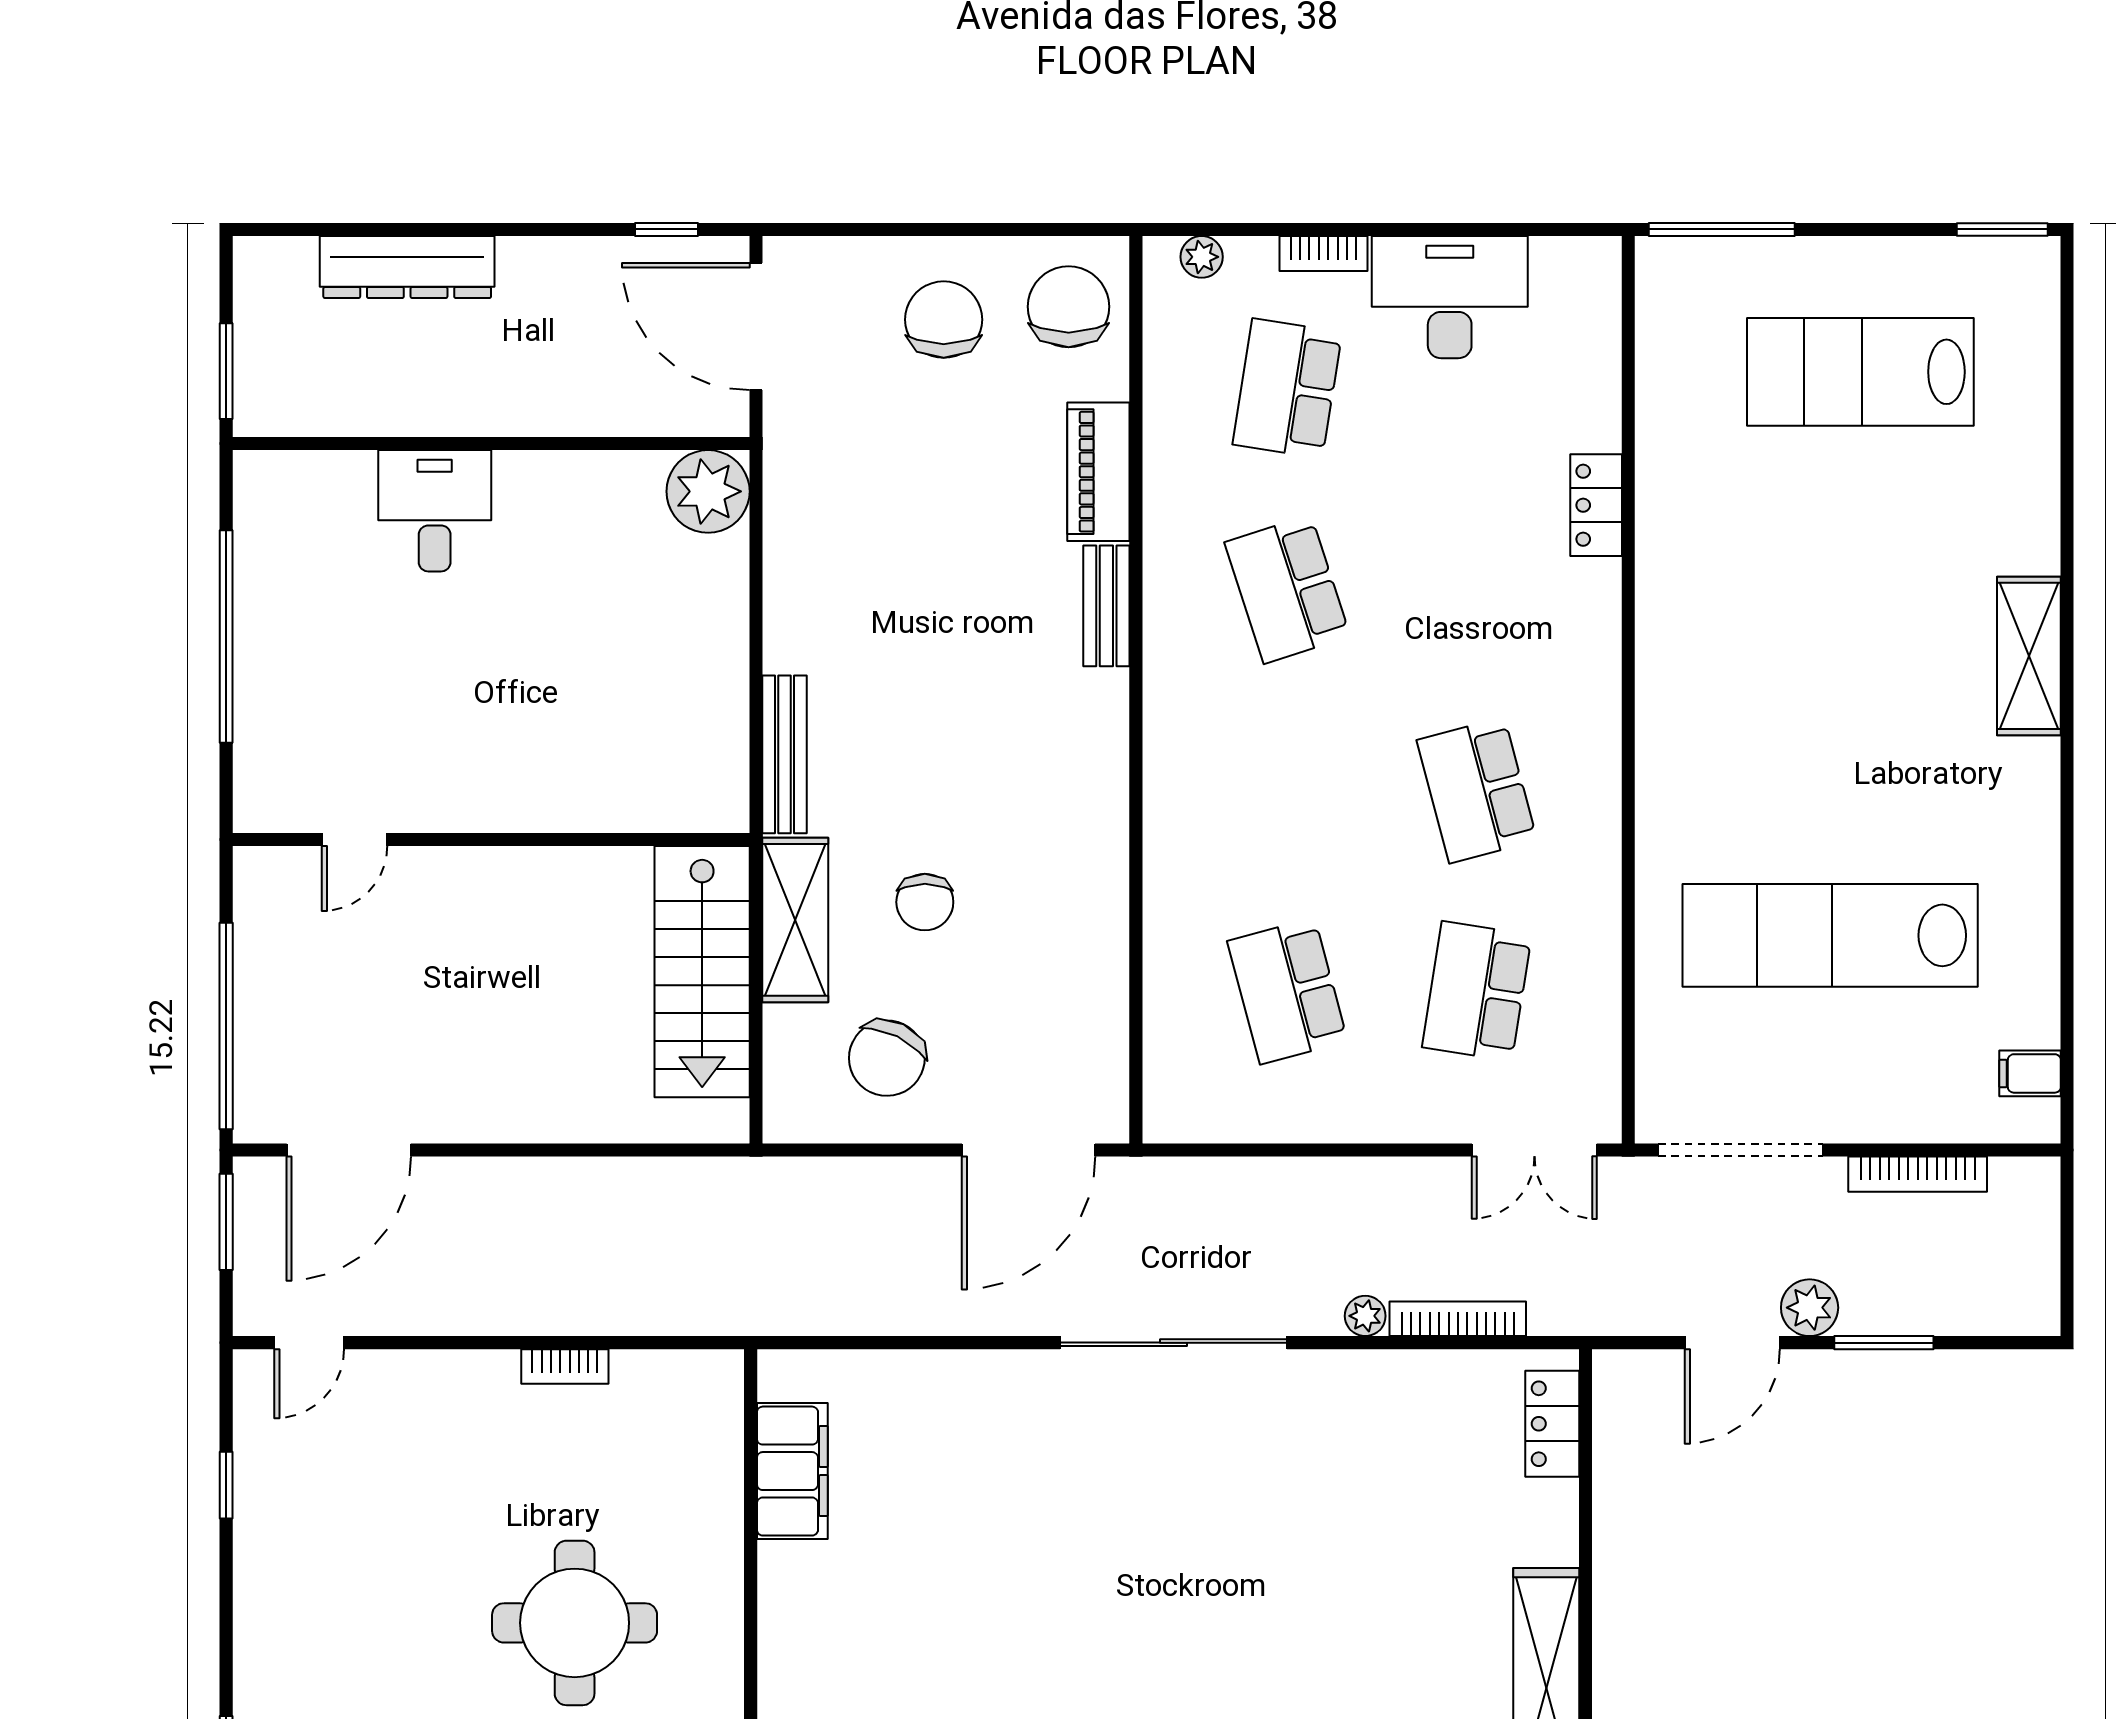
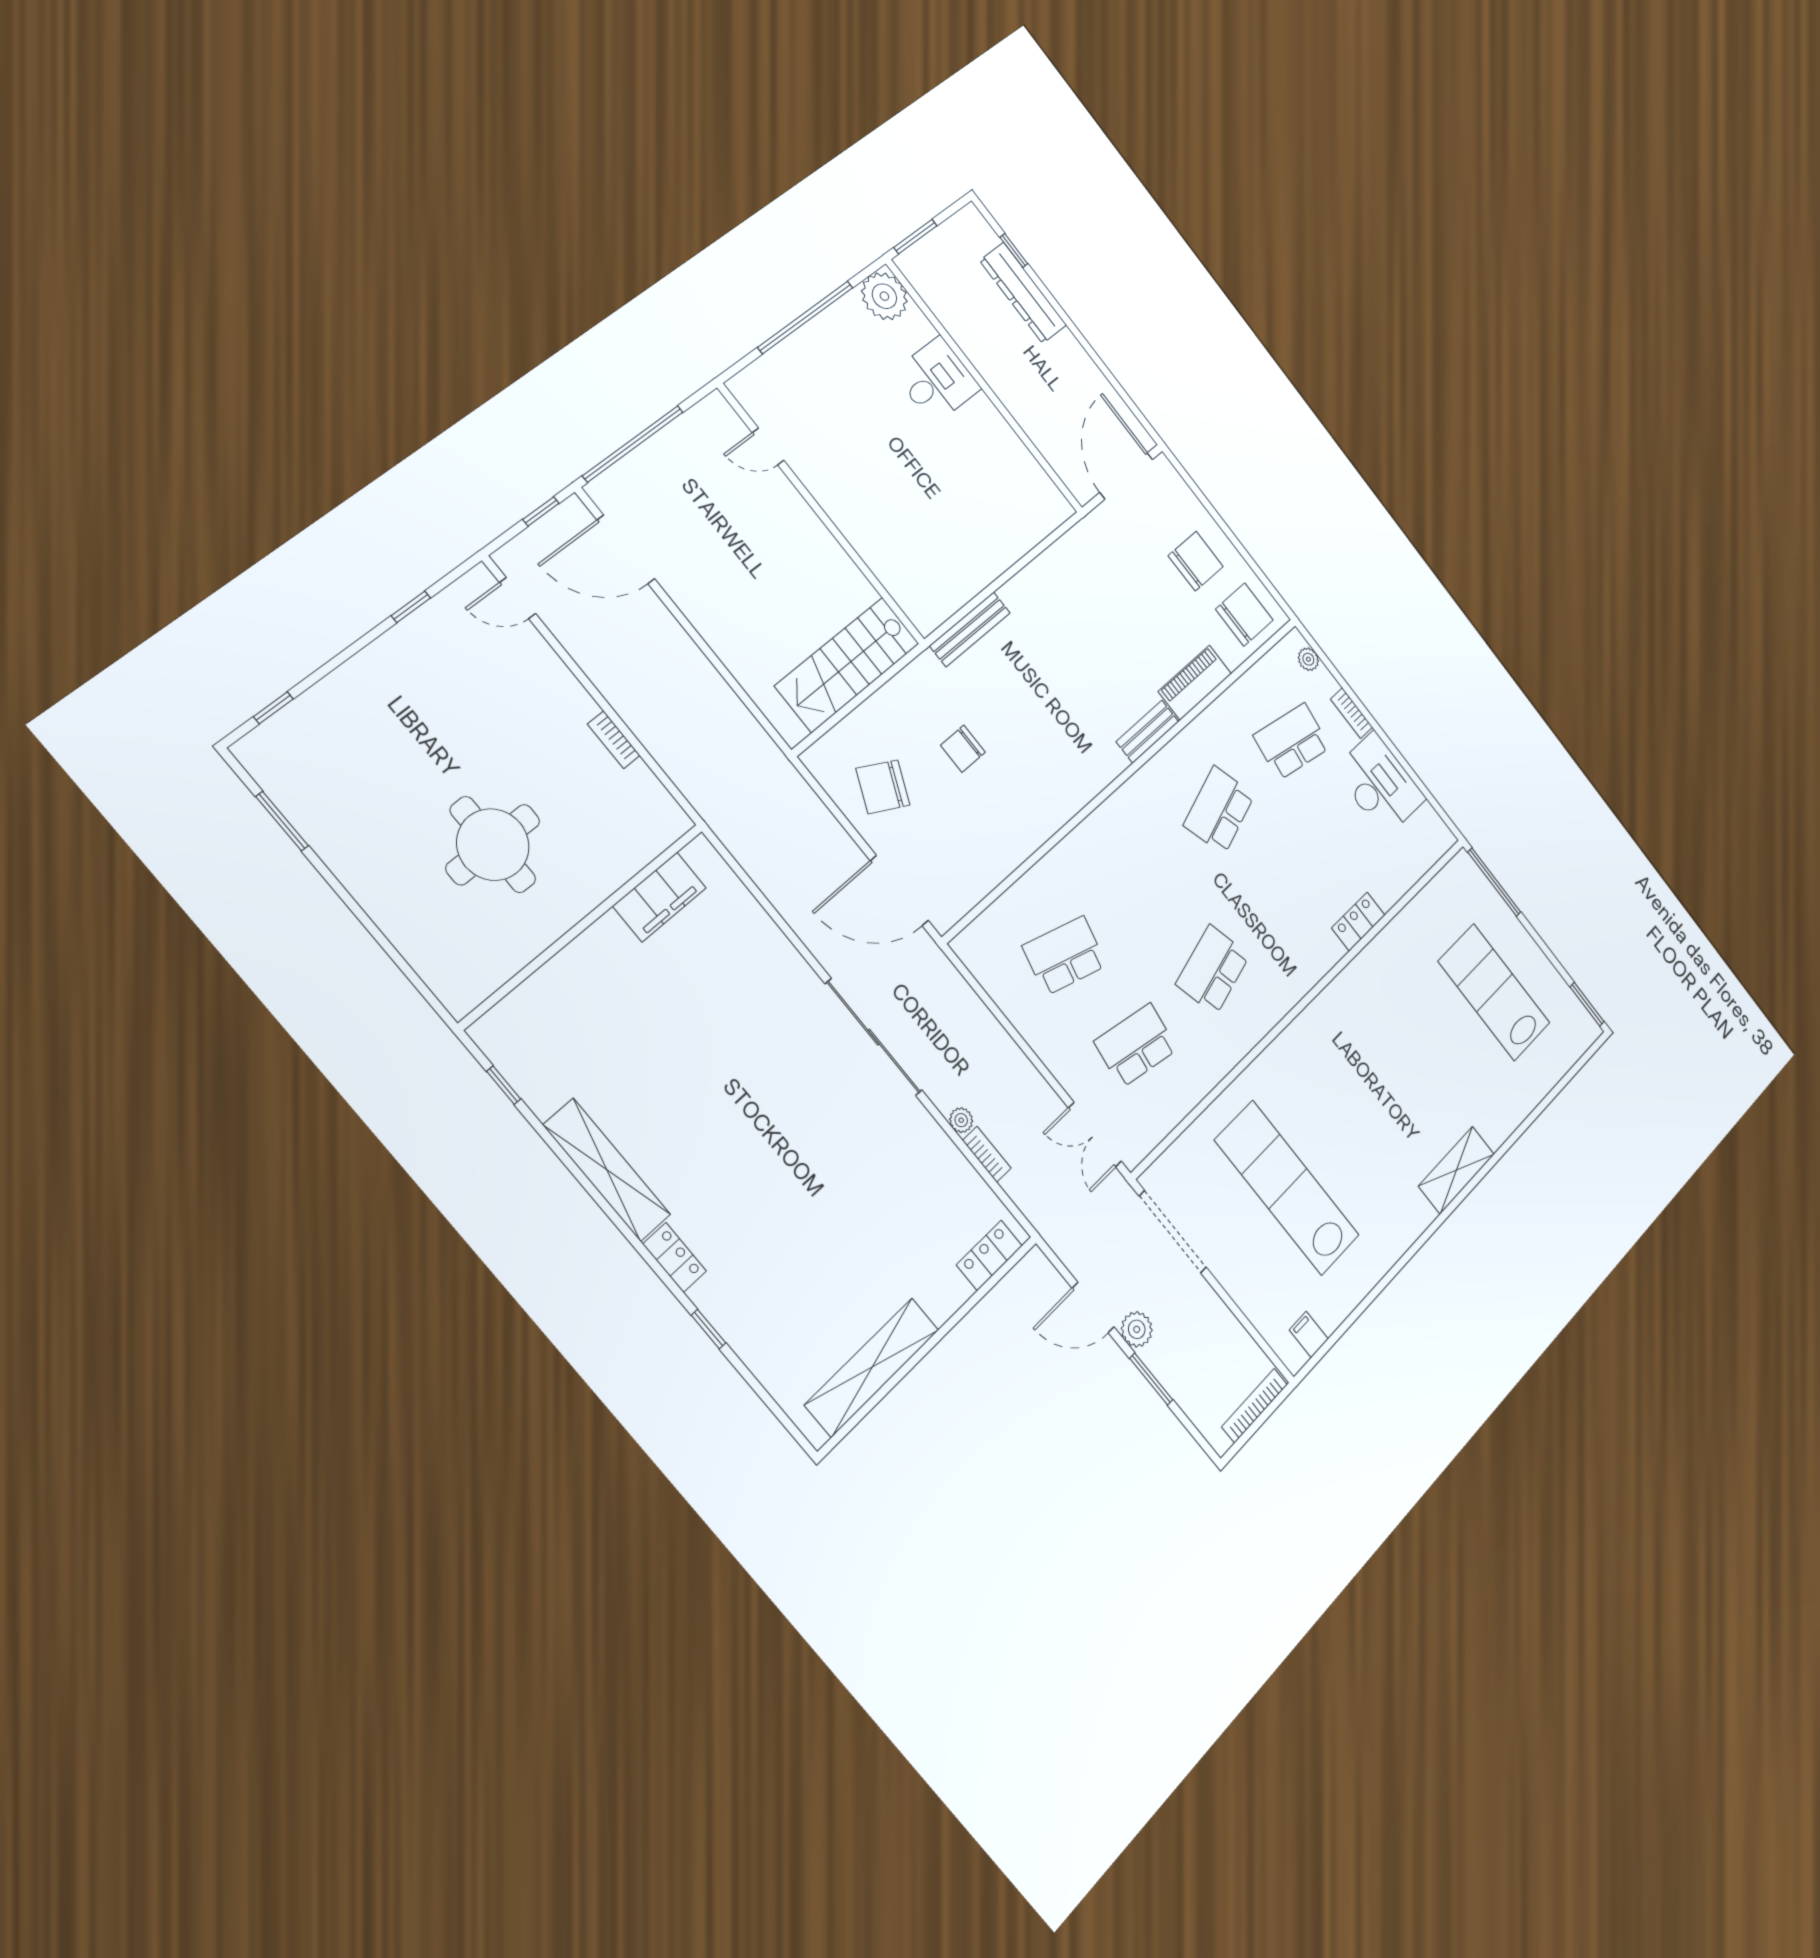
window: (667, 229) -> (1014, 251), moved
plant: (708, 491) -> (884, 296), moved
shelving: (795, 920) -> (906, 692), removed
school desk: (1287, 991) -> (1065, 956), turned 30
bookcase: (1918, 1174) -> (1255, 1406), moved, turned 90
window: (226, 1222) -> (541, 511), width x0.67
bookcase: (1458, 1319) -> (987, 1154), width x0.64

